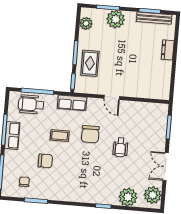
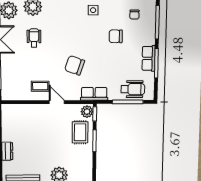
plant: (86, 23) -> (87, 112), moved
chair: (90, 134) -> (75, 65), turned -71
coffee table: (60, 136) -> (40, 86), moved
wheelchair: (120, 147) -> (34, 38), moved
side table: (67, 189) -> (93, 10), added

